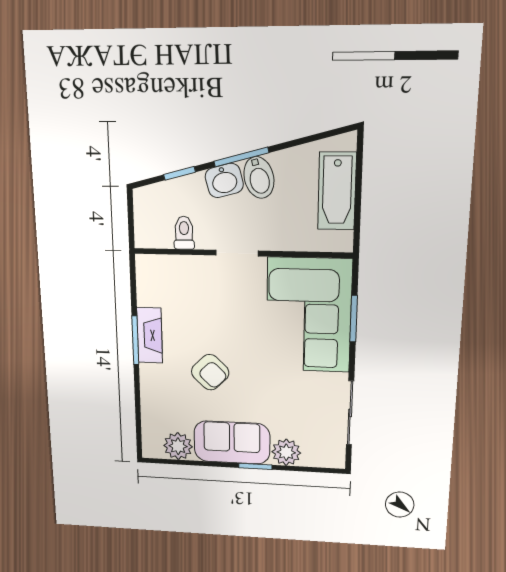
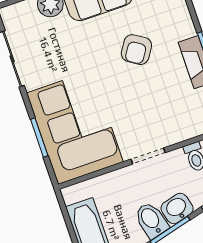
armchair: (210, 372) -> (136, 50), turned -102

